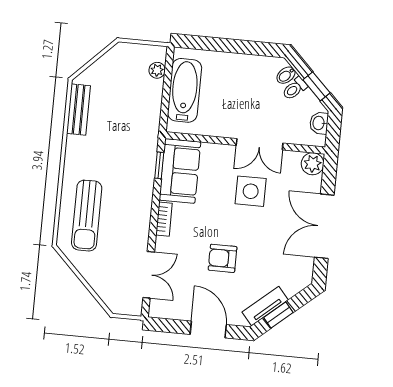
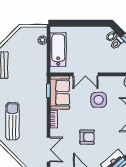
double door: (260, 144) -> (85, 74), moved
sun lounger: (87, 216) -> (12, 121), turned 180
armchair: (223, 258) -> (87, 137), turned 180

